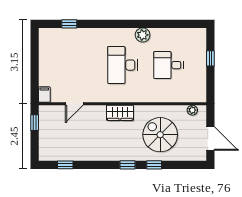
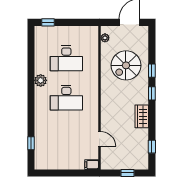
window: (210, 58) -> (48, 22), moved
desk: (168, 65) -> (66, 58), width x1.37
wardrobe: (120, 113) -> (142, 116), moved, turned 180
window: (35, 123) -> (127, 173), moved

